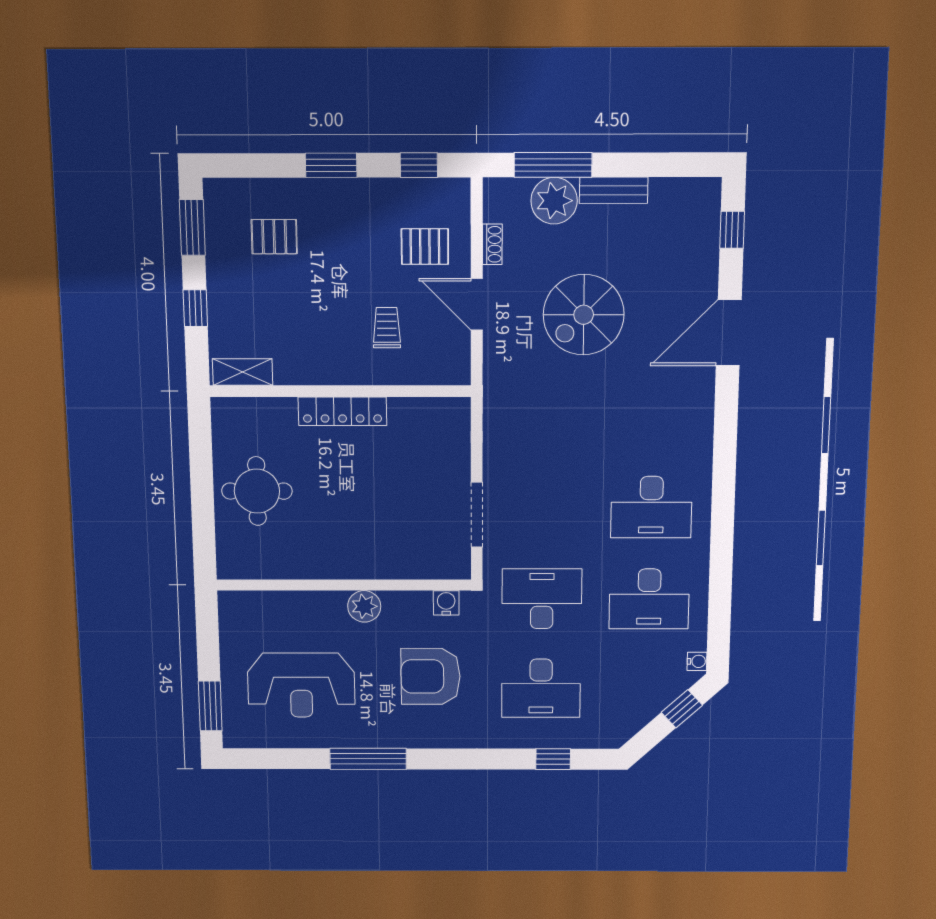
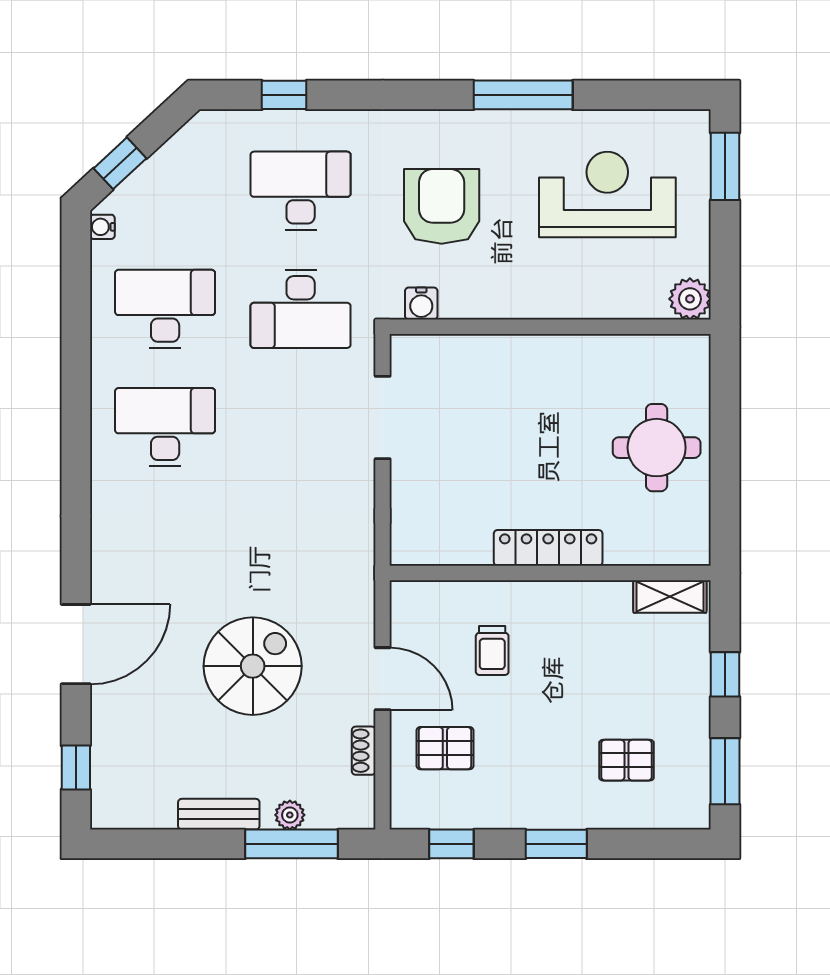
plant: (554, 201) -> (290, 815), width x0.53, depth x0.53
plant: (364, 606) -> (690, 299), moved
armchair: (431, 676) -> (442, 206), turned -90

